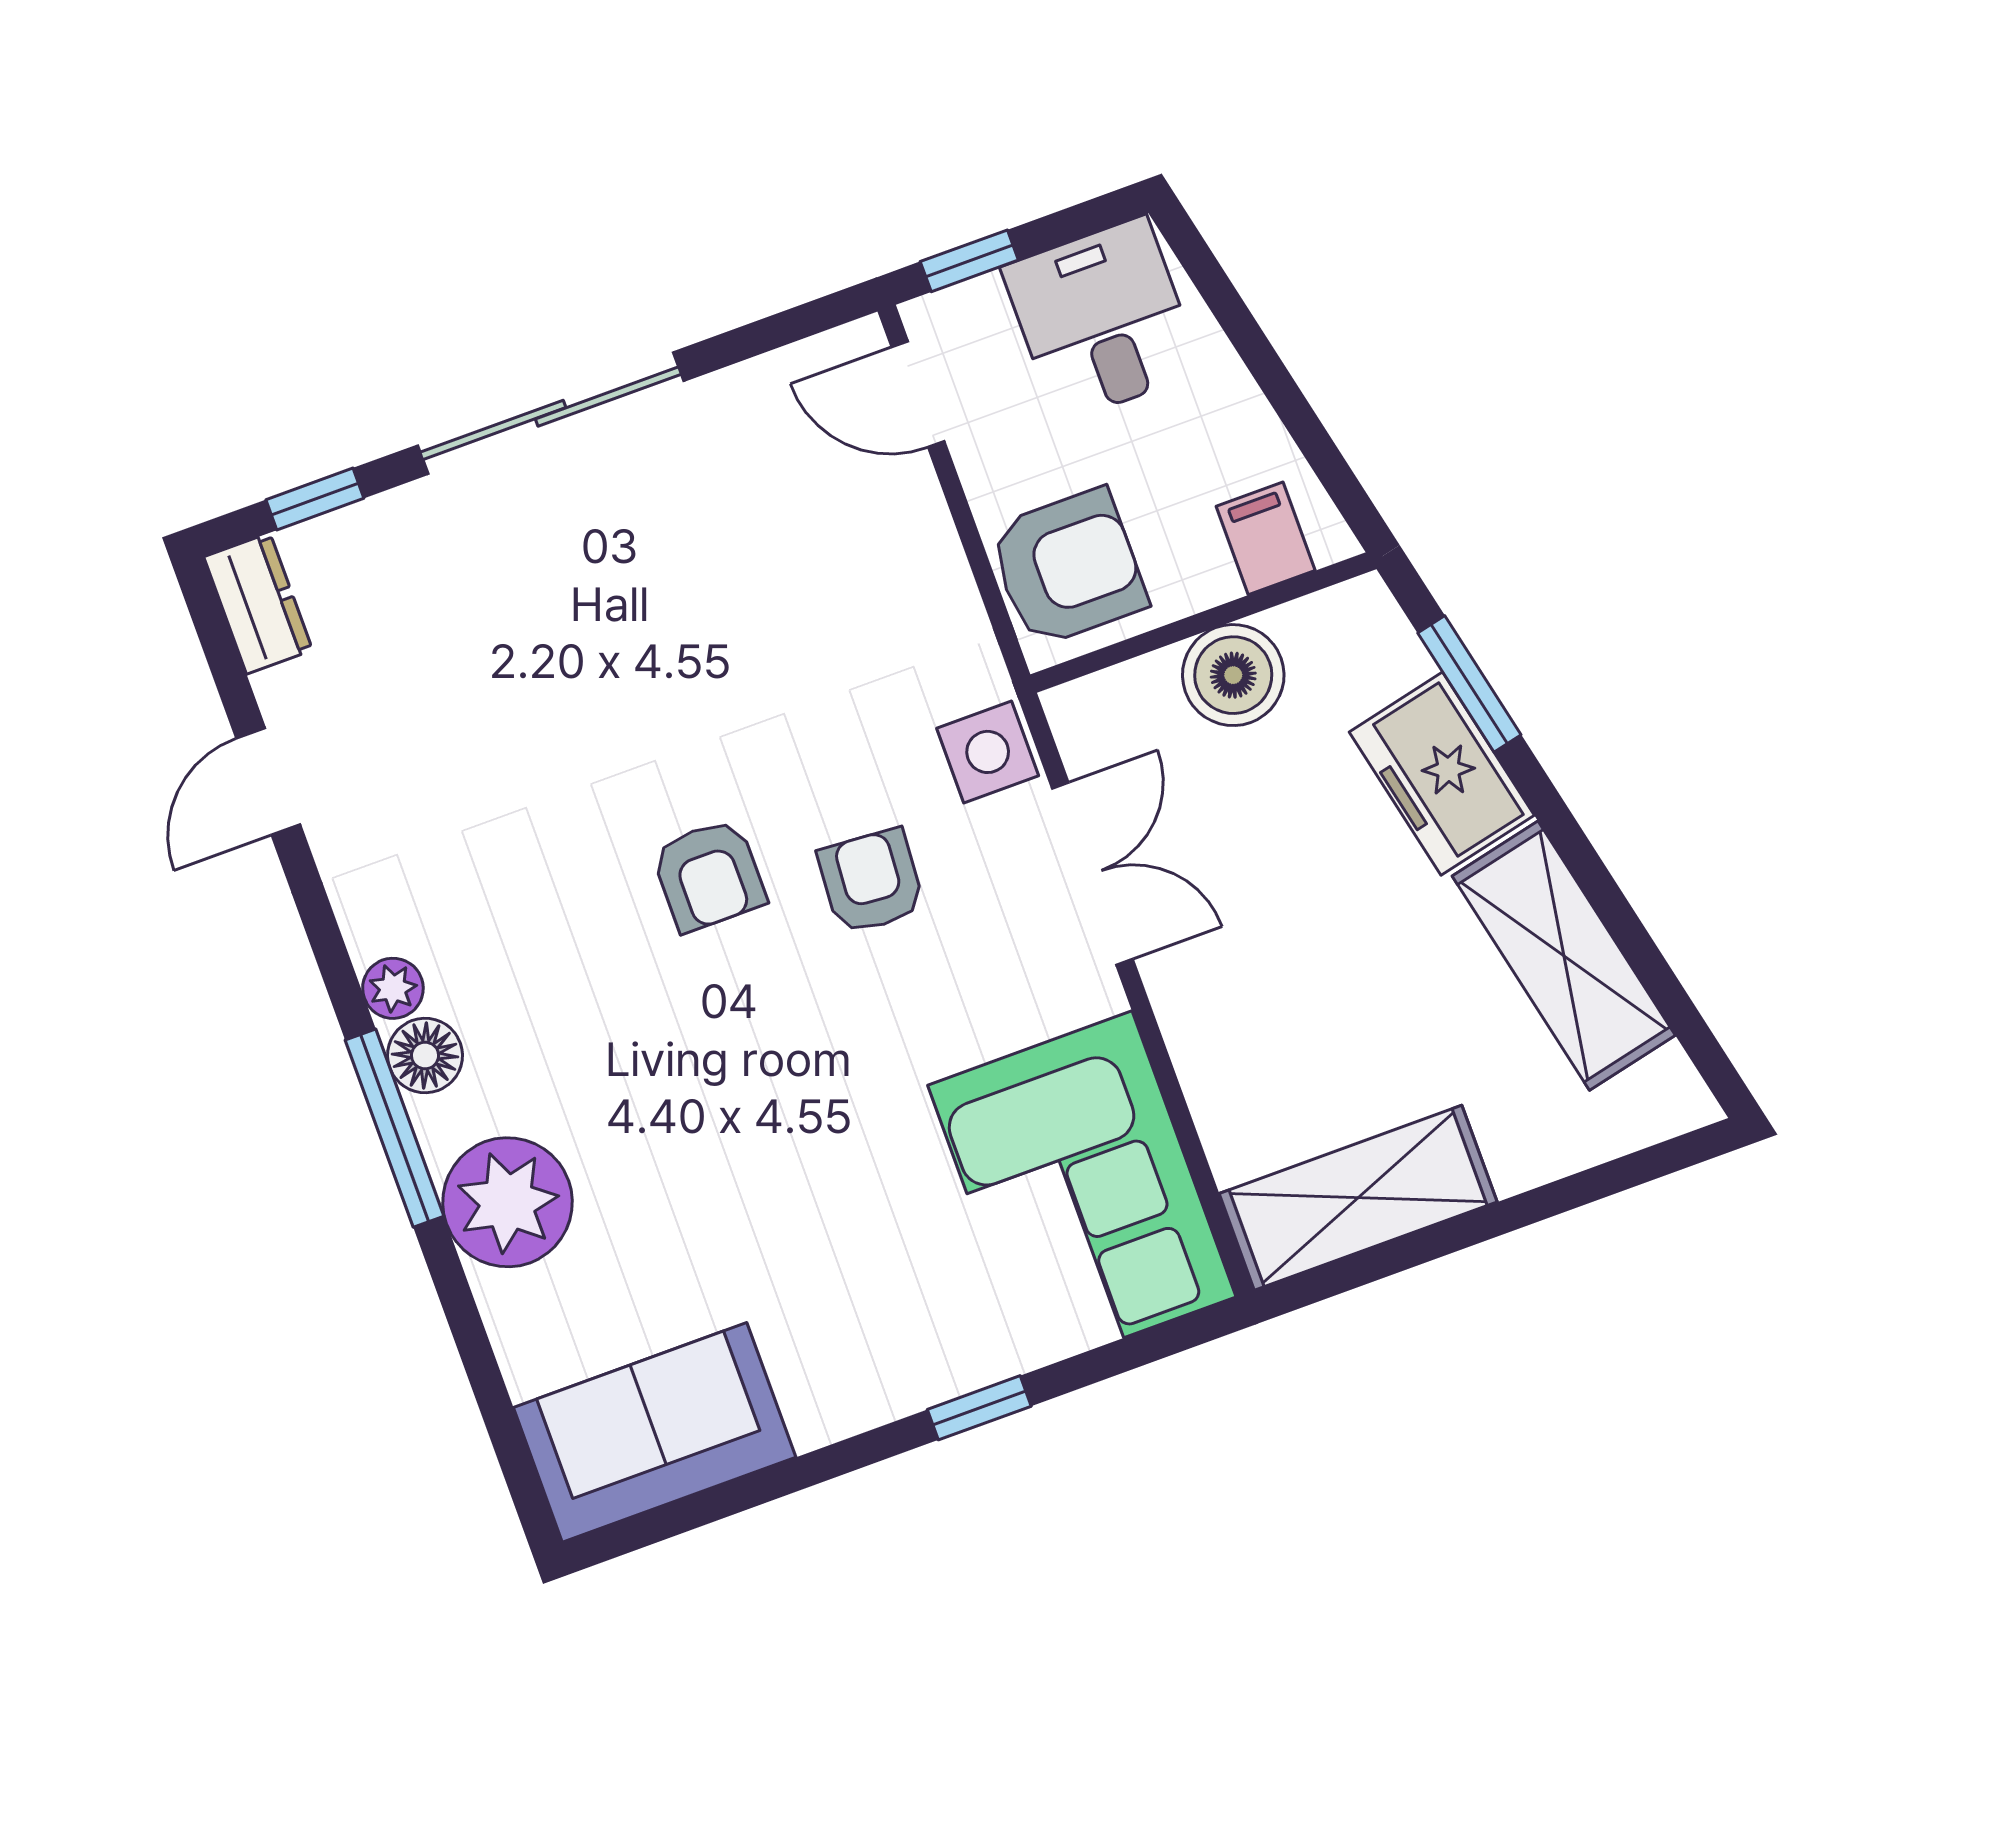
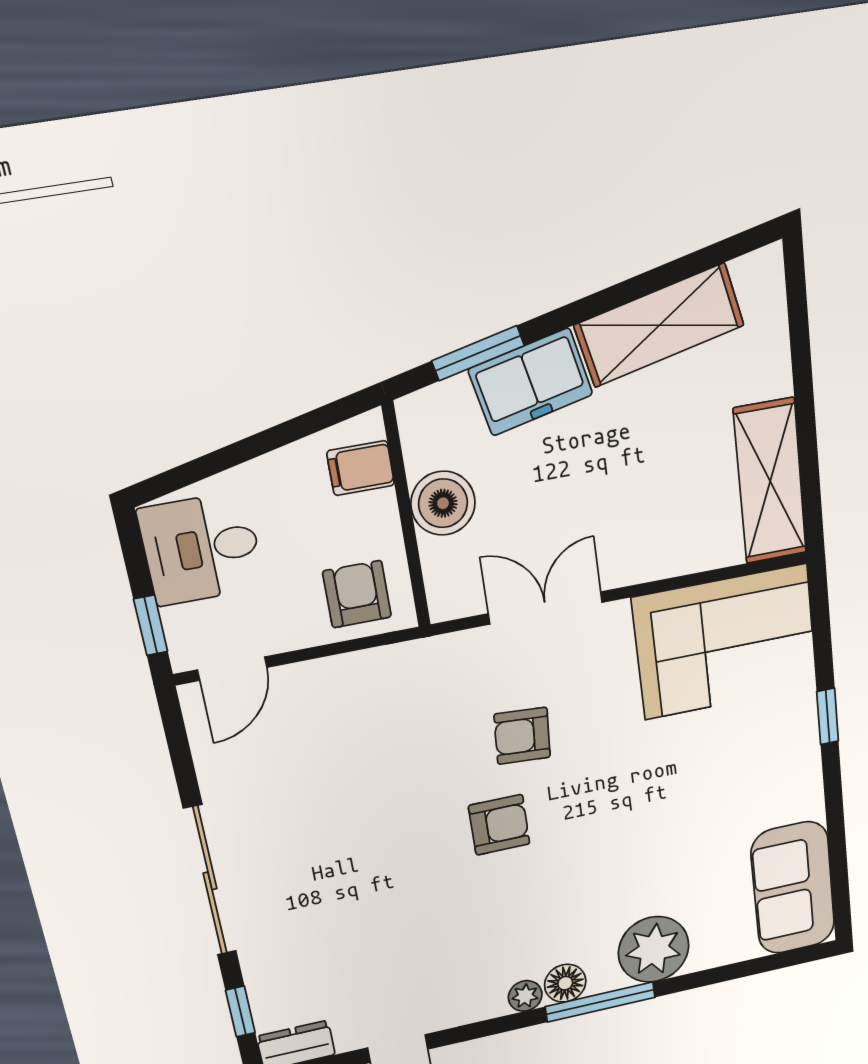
armchair: (1068, 568) -> (357, 594), width x0.72, depth x0.72
side table: (988, 752) -> (460, 659), removed

